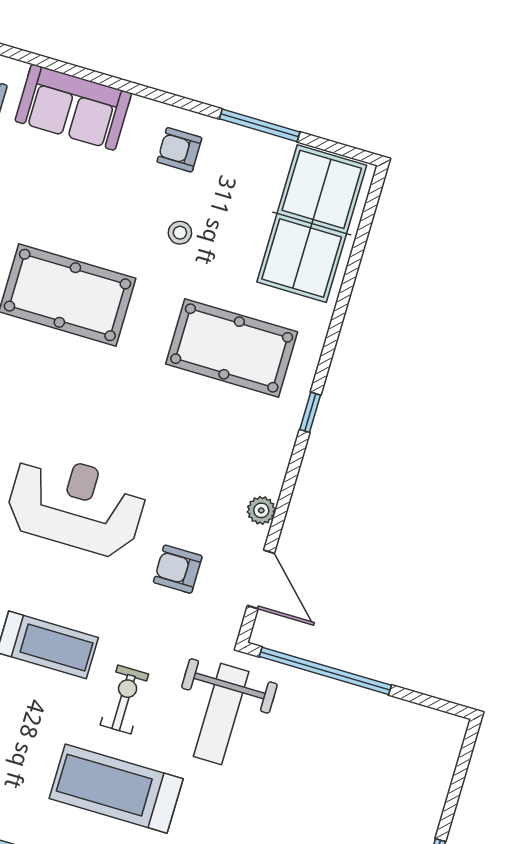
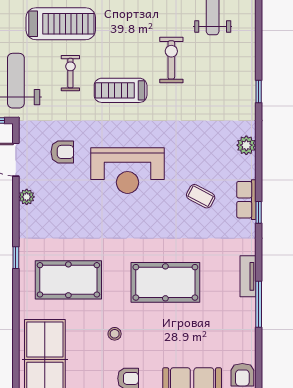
exercise bike: (124, 700) -> (70, 73), turned 180

